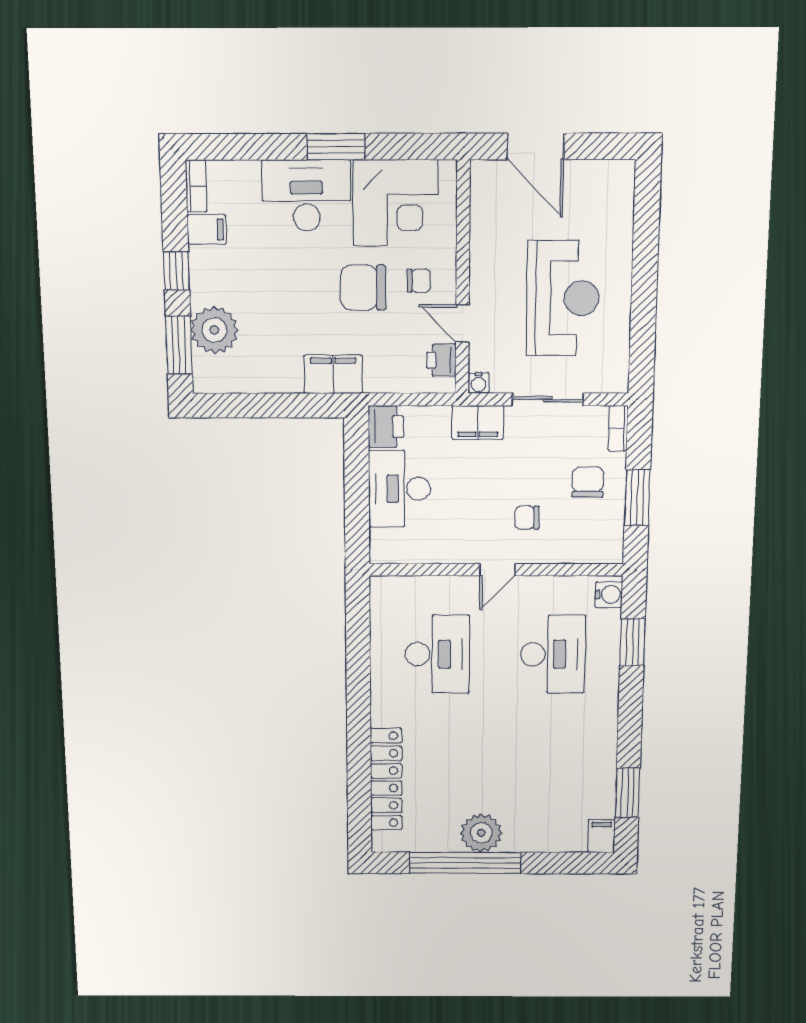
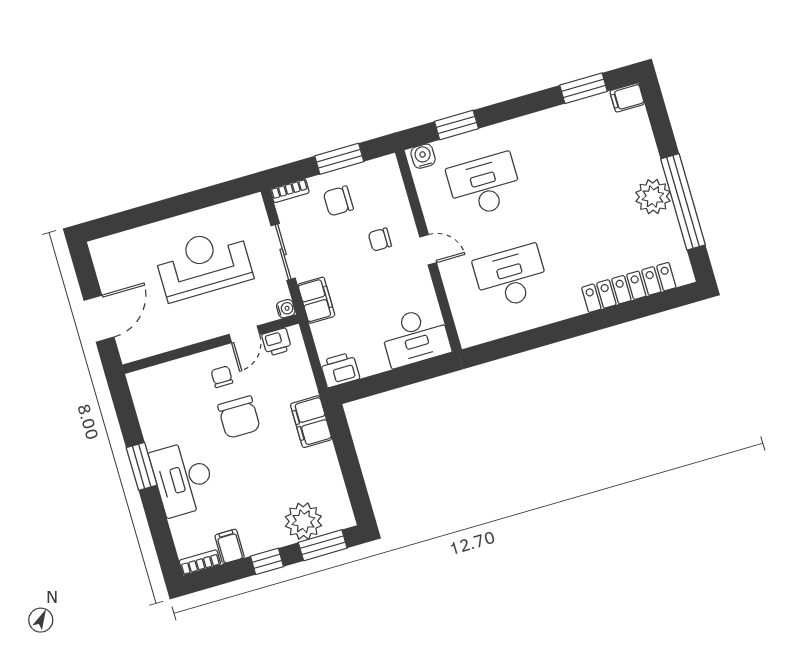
corner desk: (395, 203) -> (170, 411), removed
desk: (399, 489) -> (415, 337), moved
chair: (527, 518) -> (380, 240), turned 90

